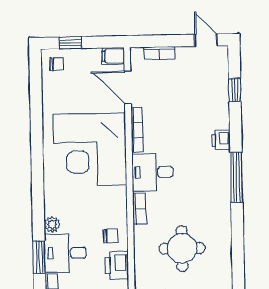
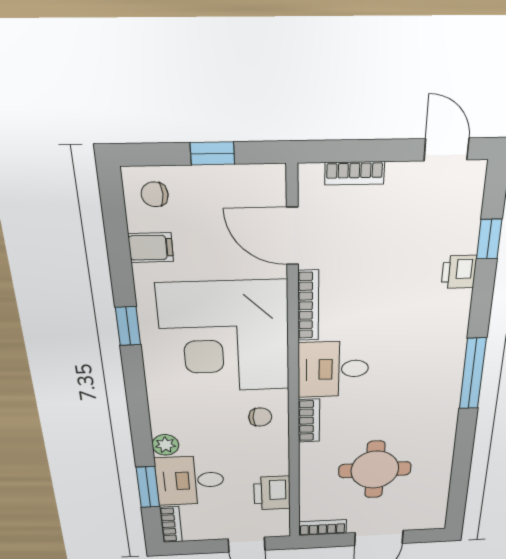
window: (70, 43) -> (212, 153), moved
filing cabinet: (113, 56) -> (151, 248), moved, turned 180
chair: (57, 64) -> (155, 194), turned 180
printer: (221, 140) -> (459, 272), moved
window: (37, 141) -> (128, 326), added
chair: (111, 236) -> (260, 417), moved

